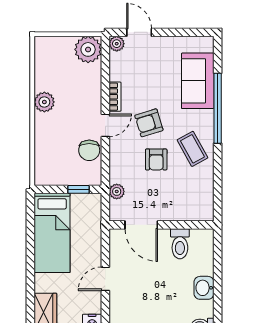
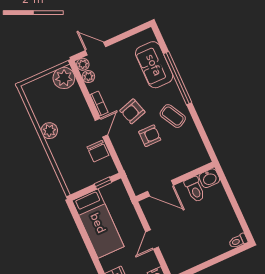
armchair: (156, 159) -> (150, 136), turned -90
plant: (117, 191) -> (88, 77), moved
washbasin: (204, 288) -> (209, 178), moved, turned -90

